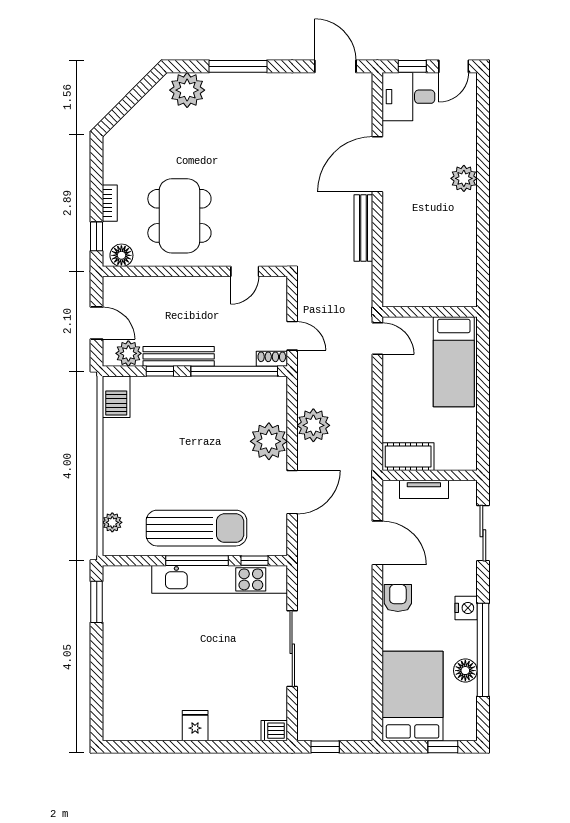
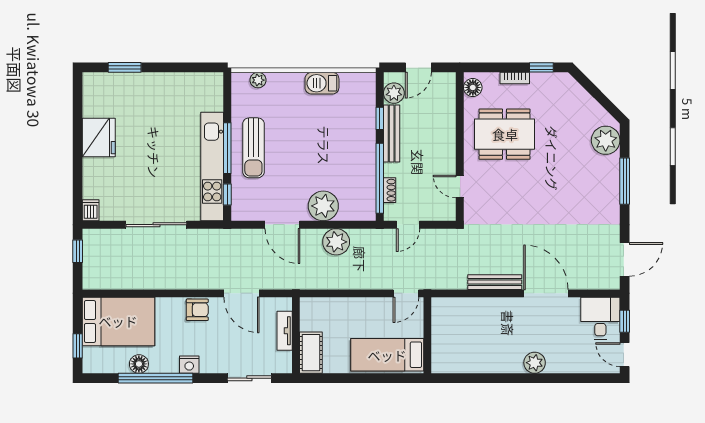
window: (97, 236) -> (541, 67), moved
shoe rack: (272, 359) -> (390, 190), moved
barbecue: (116, 397) -> (322, 83), moved
cot: (408, 457) -> (311, 353), moved
sun lounger: (196, 528) -> (253, 148), width x0.73, depth x0.75
door: (377, 543) -> (241, 293), hinge flipped
window: (97, 602) -> (125, 67), moved
fridge: (195, 726) -> (99, 138), width x1.88, depth x1.34

